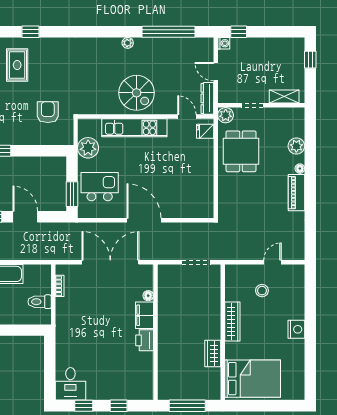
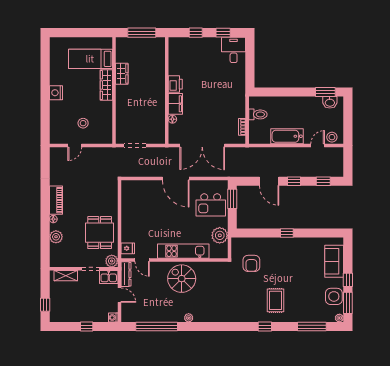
window: (239, 32) -> (87, 327), moved
kitchen sink: (229, 95) -> (109, 277), added
wardrobe: (232, 322) -> (106, 85), moved
bed: (253, 379) -> (90, 59), width x0.67

